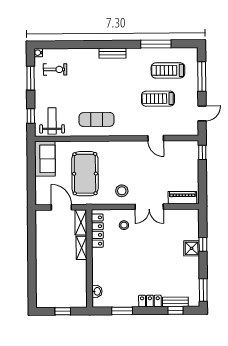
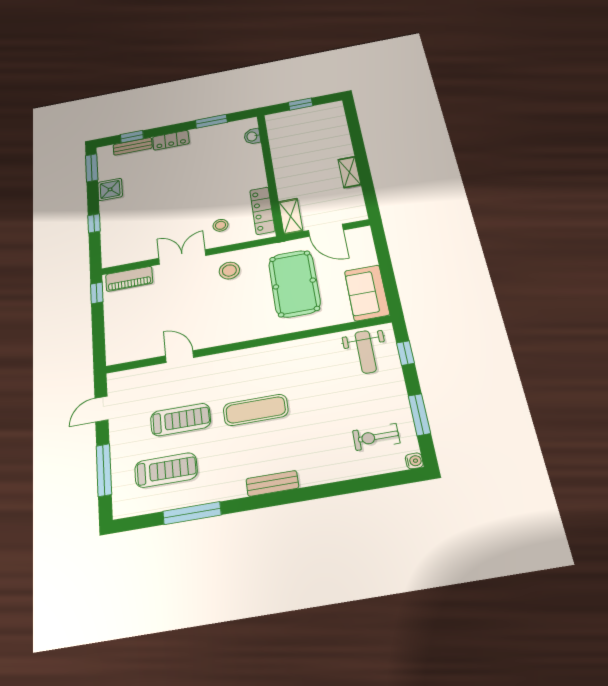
exercise mat: (97, 119) -> (256, 410), moved
window: (202, 152) -> (97, 293), moved
shelving: (82, 248) -> (349, 172), moved
shower: (192, 248) -> (110, 189), moved

